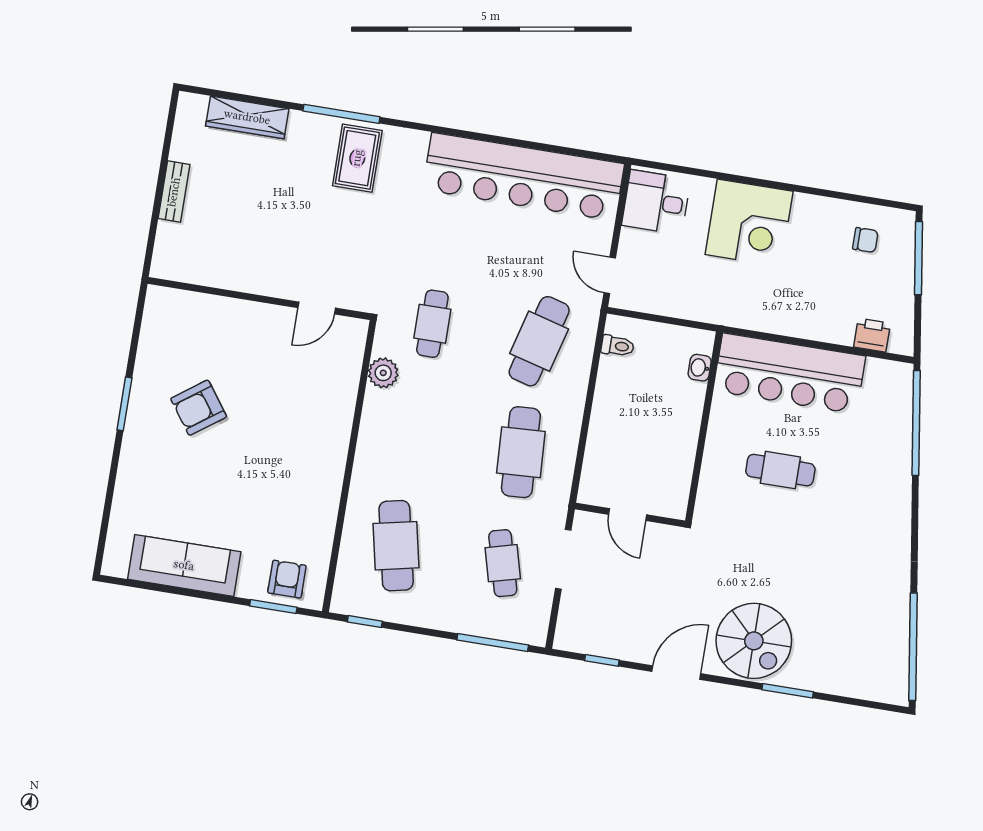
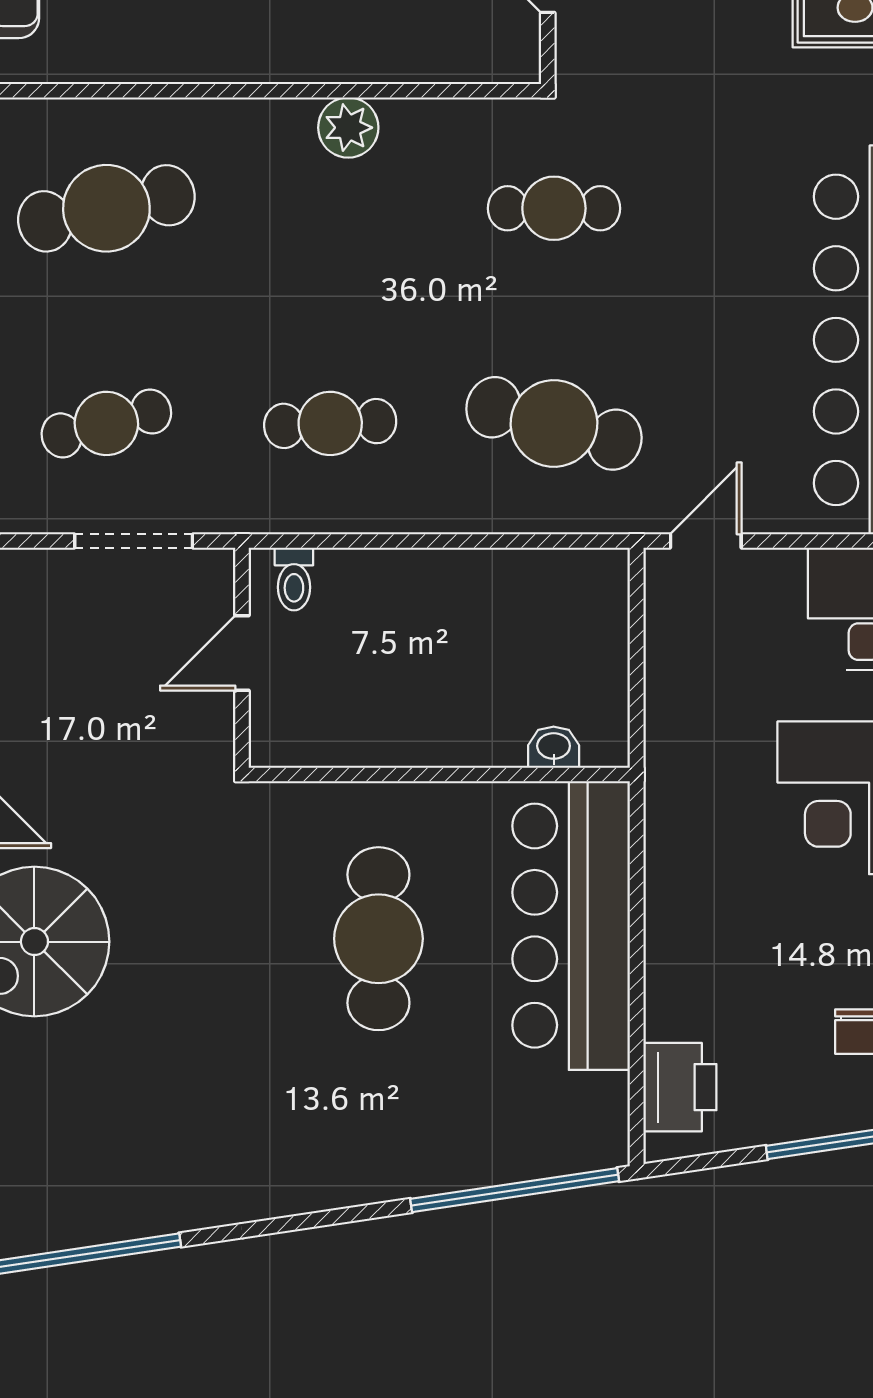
printer: (872, 335) -> (680, 1087), width x1.36, depth x1.24
toilet: (618, 346) -> (294, 579), moved
plant: (383, 373) -> (348, 128), moved
cafe table: (521, 452) -> (330, 423), width x0.73, depth x0.74
cafe table: (780, 470) -> (378, 939), width x1.37, depth x1.35

